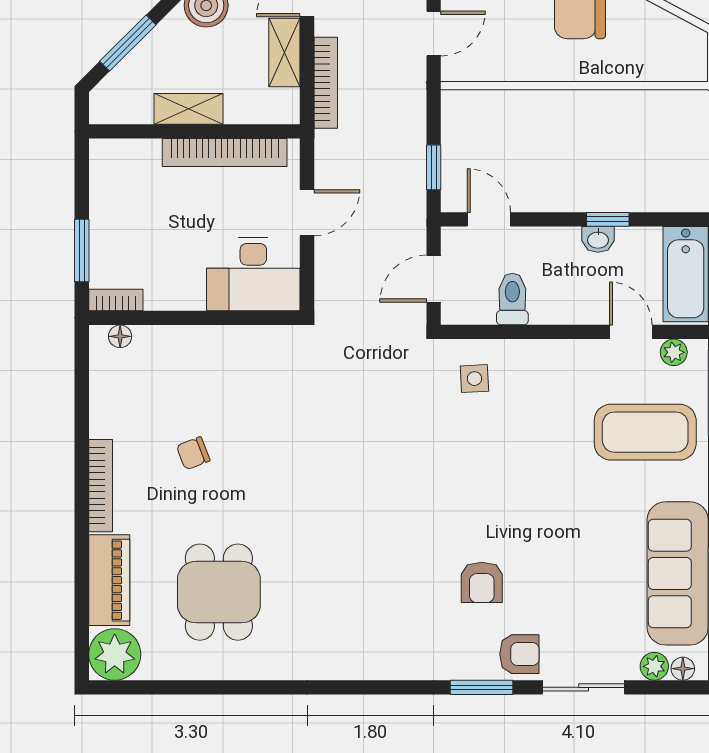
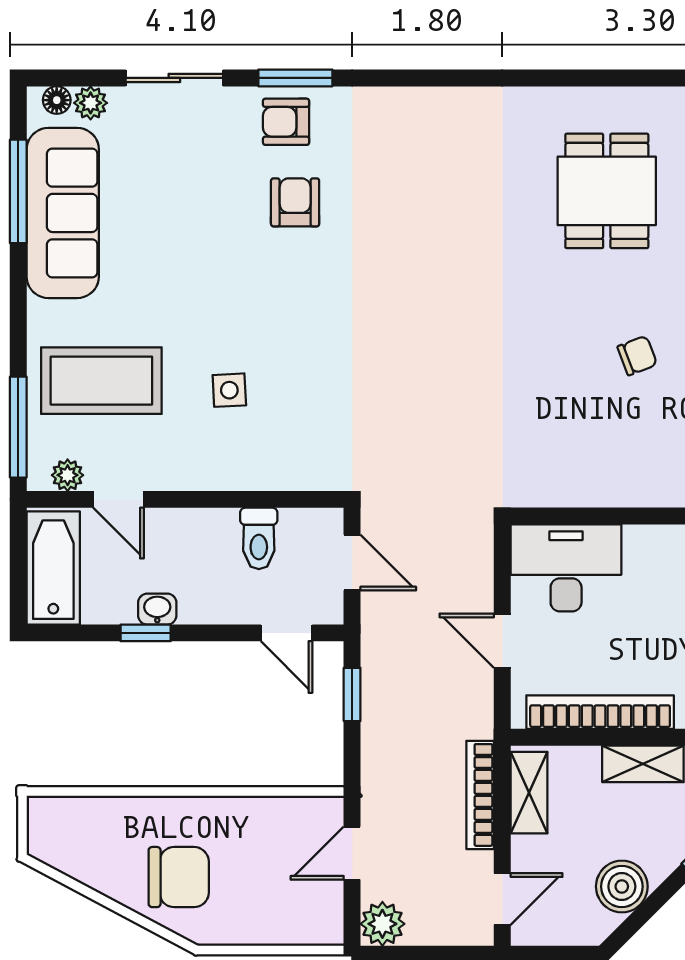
shelving: (284, 53) -> (529, 793), moved
door: (307, 213) -> (502, 641), hinge flipped
door: (434, 279) -> (352, 563), hinge flipped
side table: (474, 379) -> (229, 390), moved
armchair: (519, 654) -> (286, 122), moved

